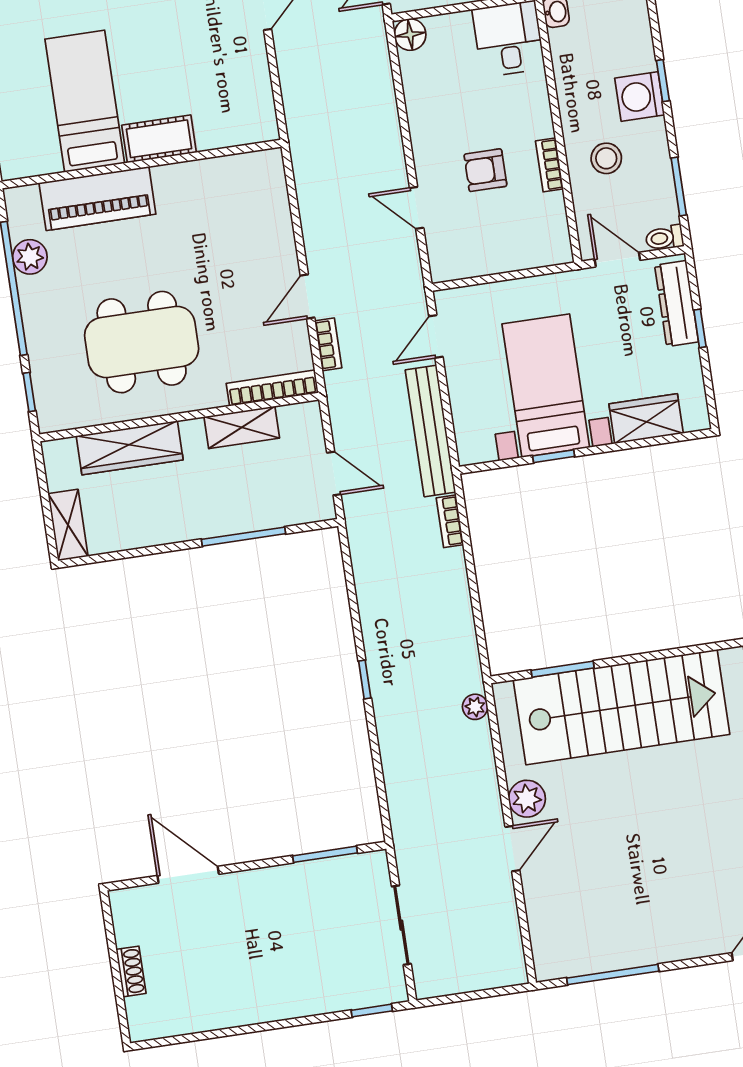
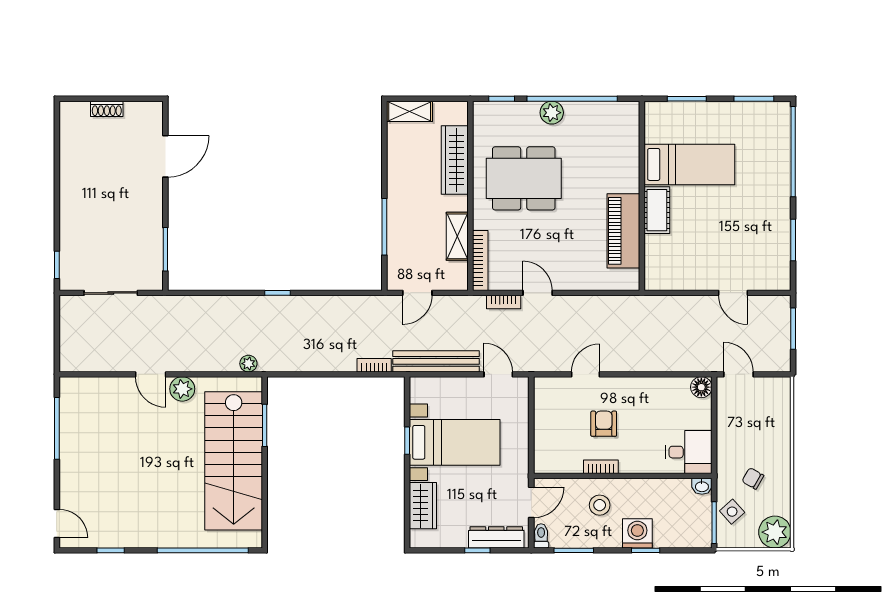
piano: (97, 198) -> (623, 231), moved
plant: (30, 257) -> (552, 113), moved
dining table: (142, 342) -> (524, 178), turned 90

